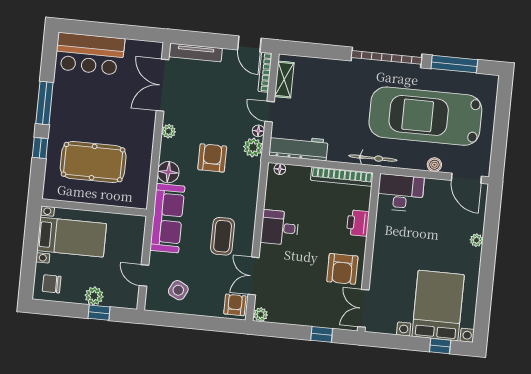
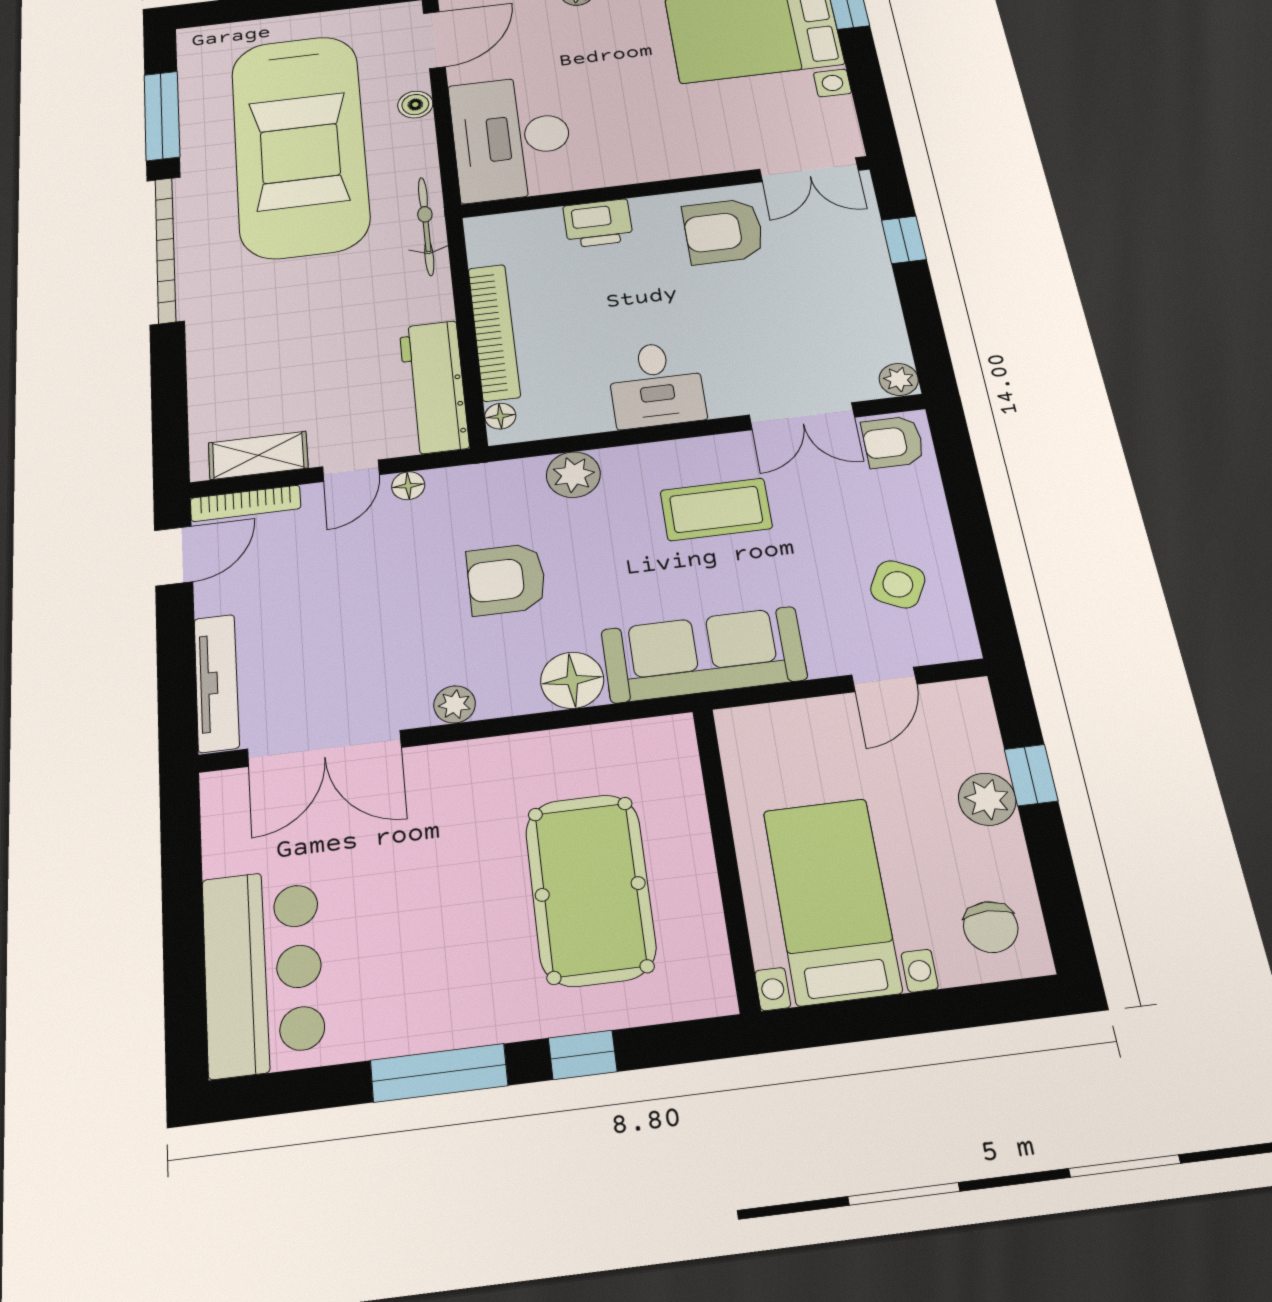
plant: (253, 147) -> (573, 475), moved
bookcase: (342, 176) -> (494, 332), moved
desk: (400, 193) -> (511, 138), width x1.36, depth x1.30
armchair: (342, 269) -> (723, 231), turned 180

